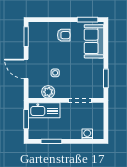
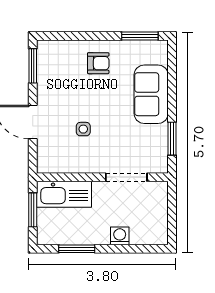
sofa: (94, 41) -> (151, 94), moved
plant: (48, 92) -> (71, 162), removed
washing machine: (87, 134) -> (120, 236), moved

